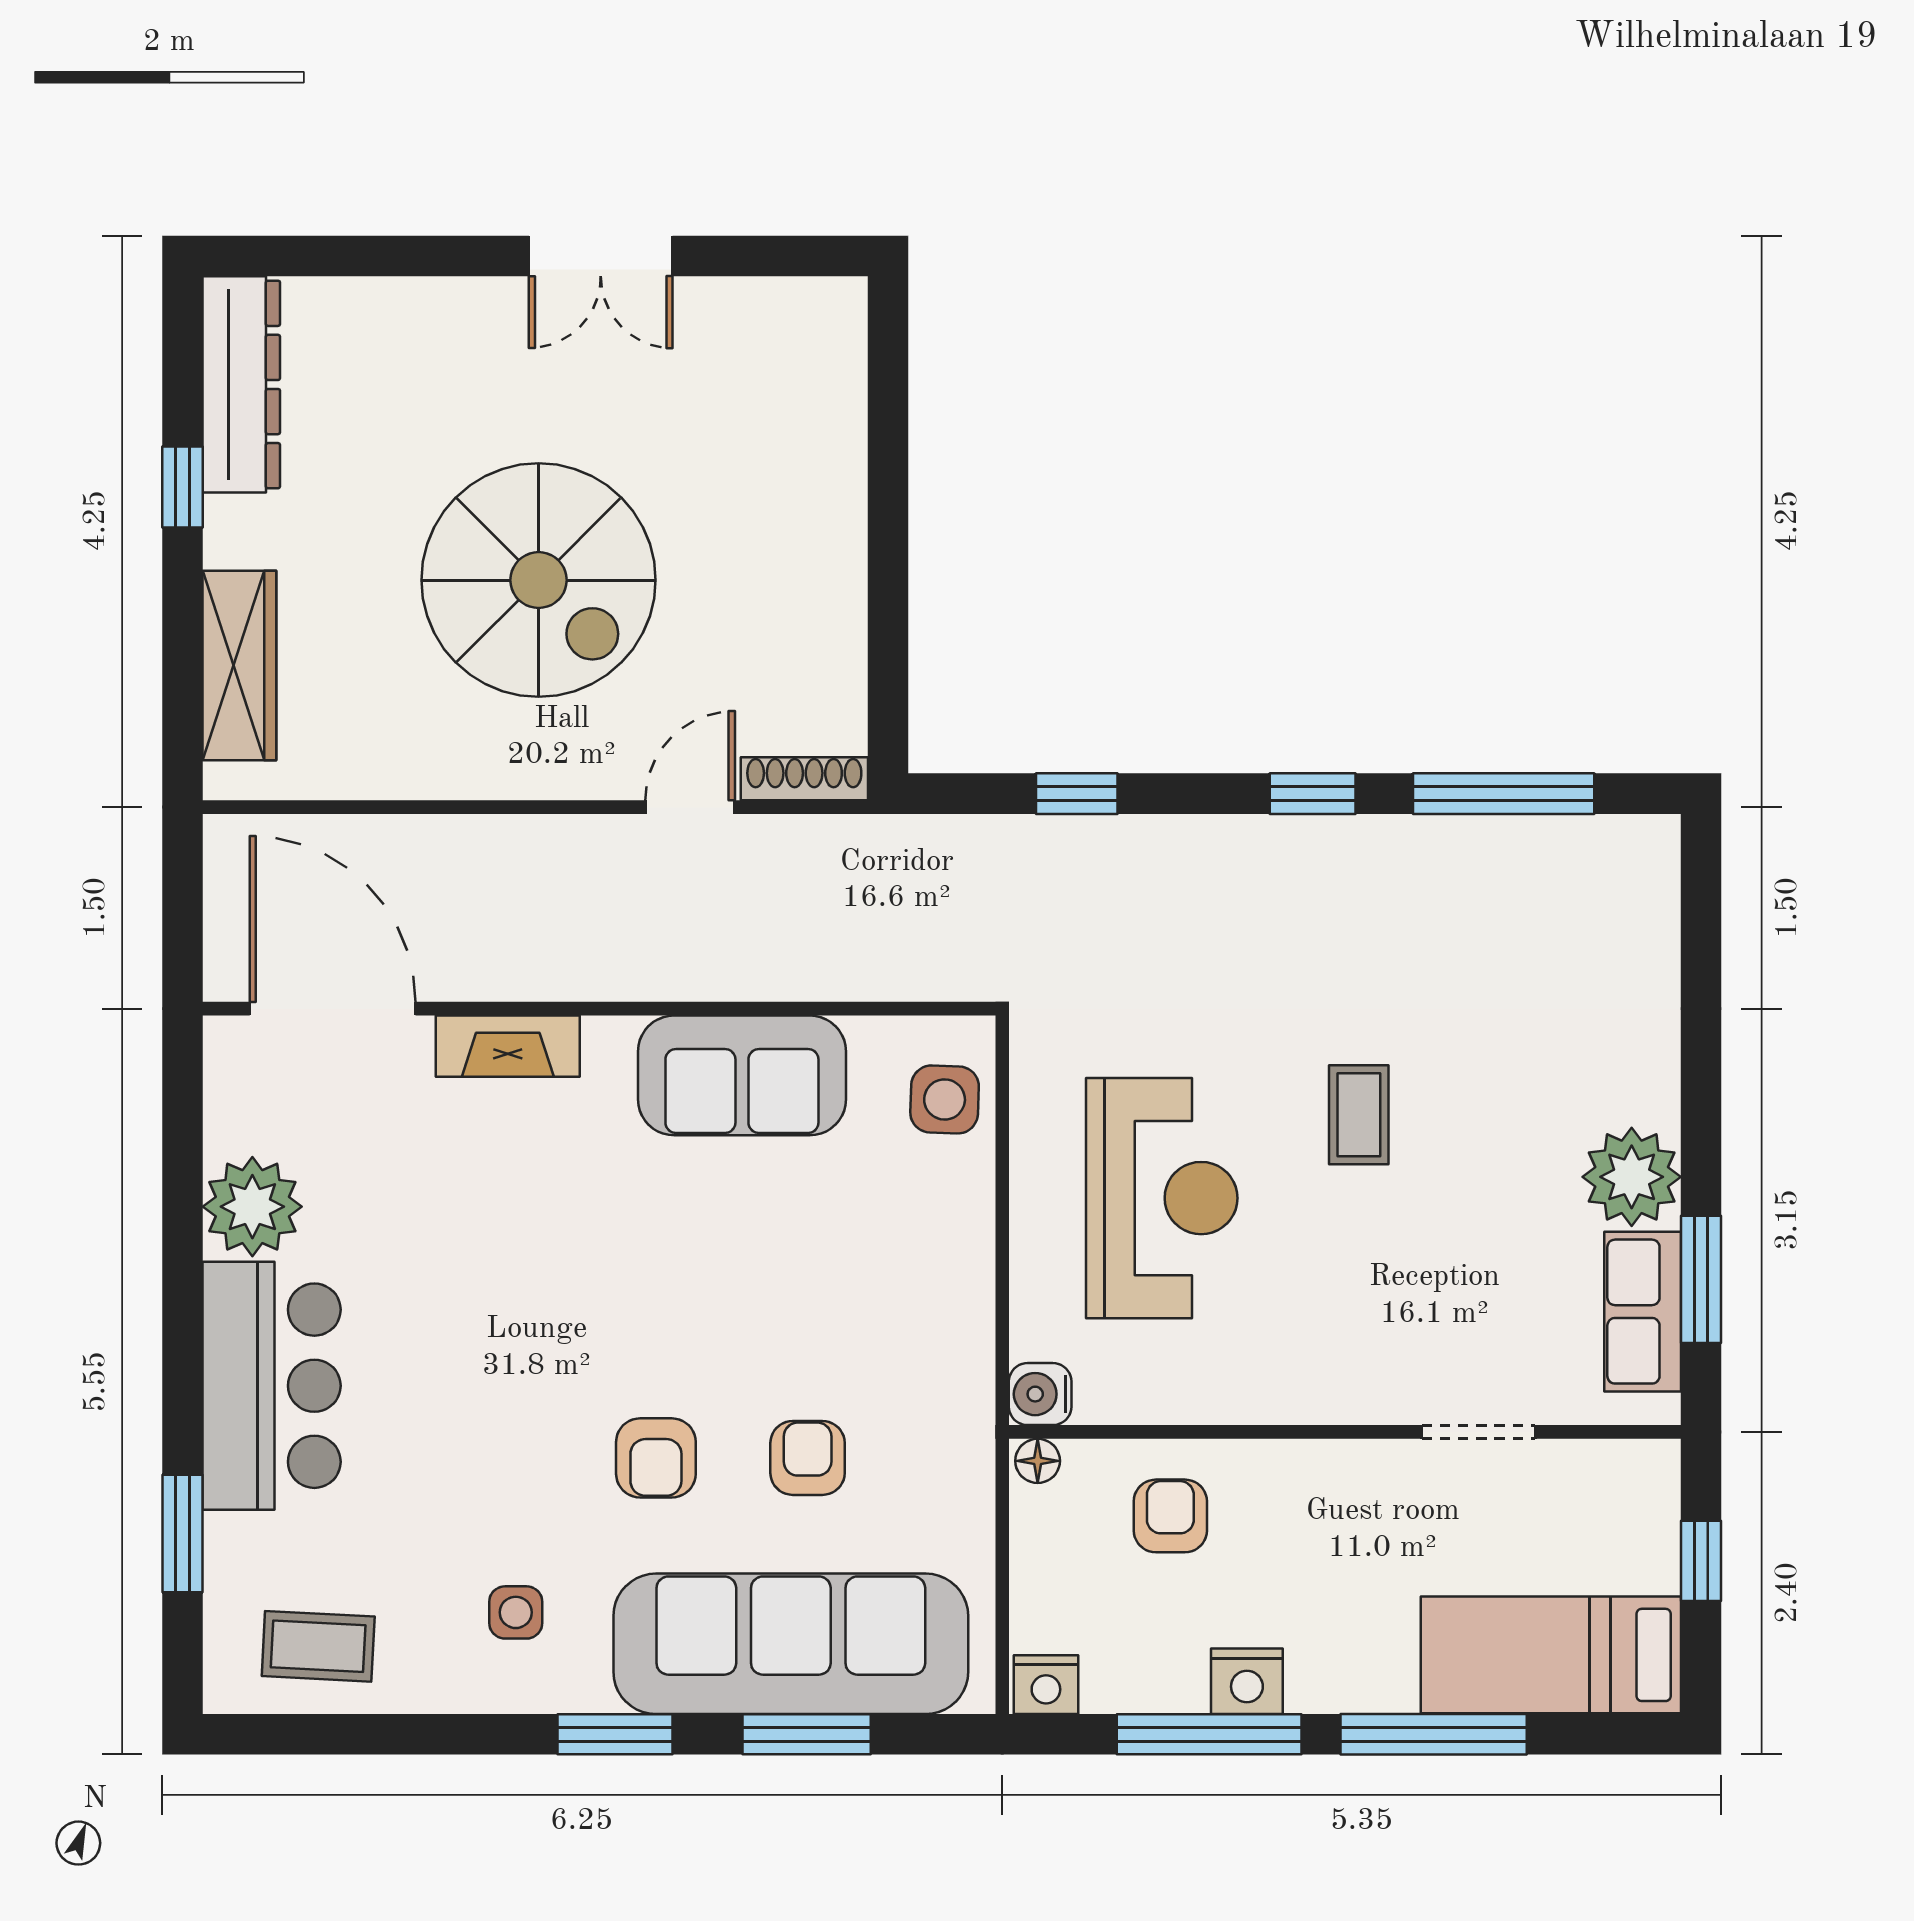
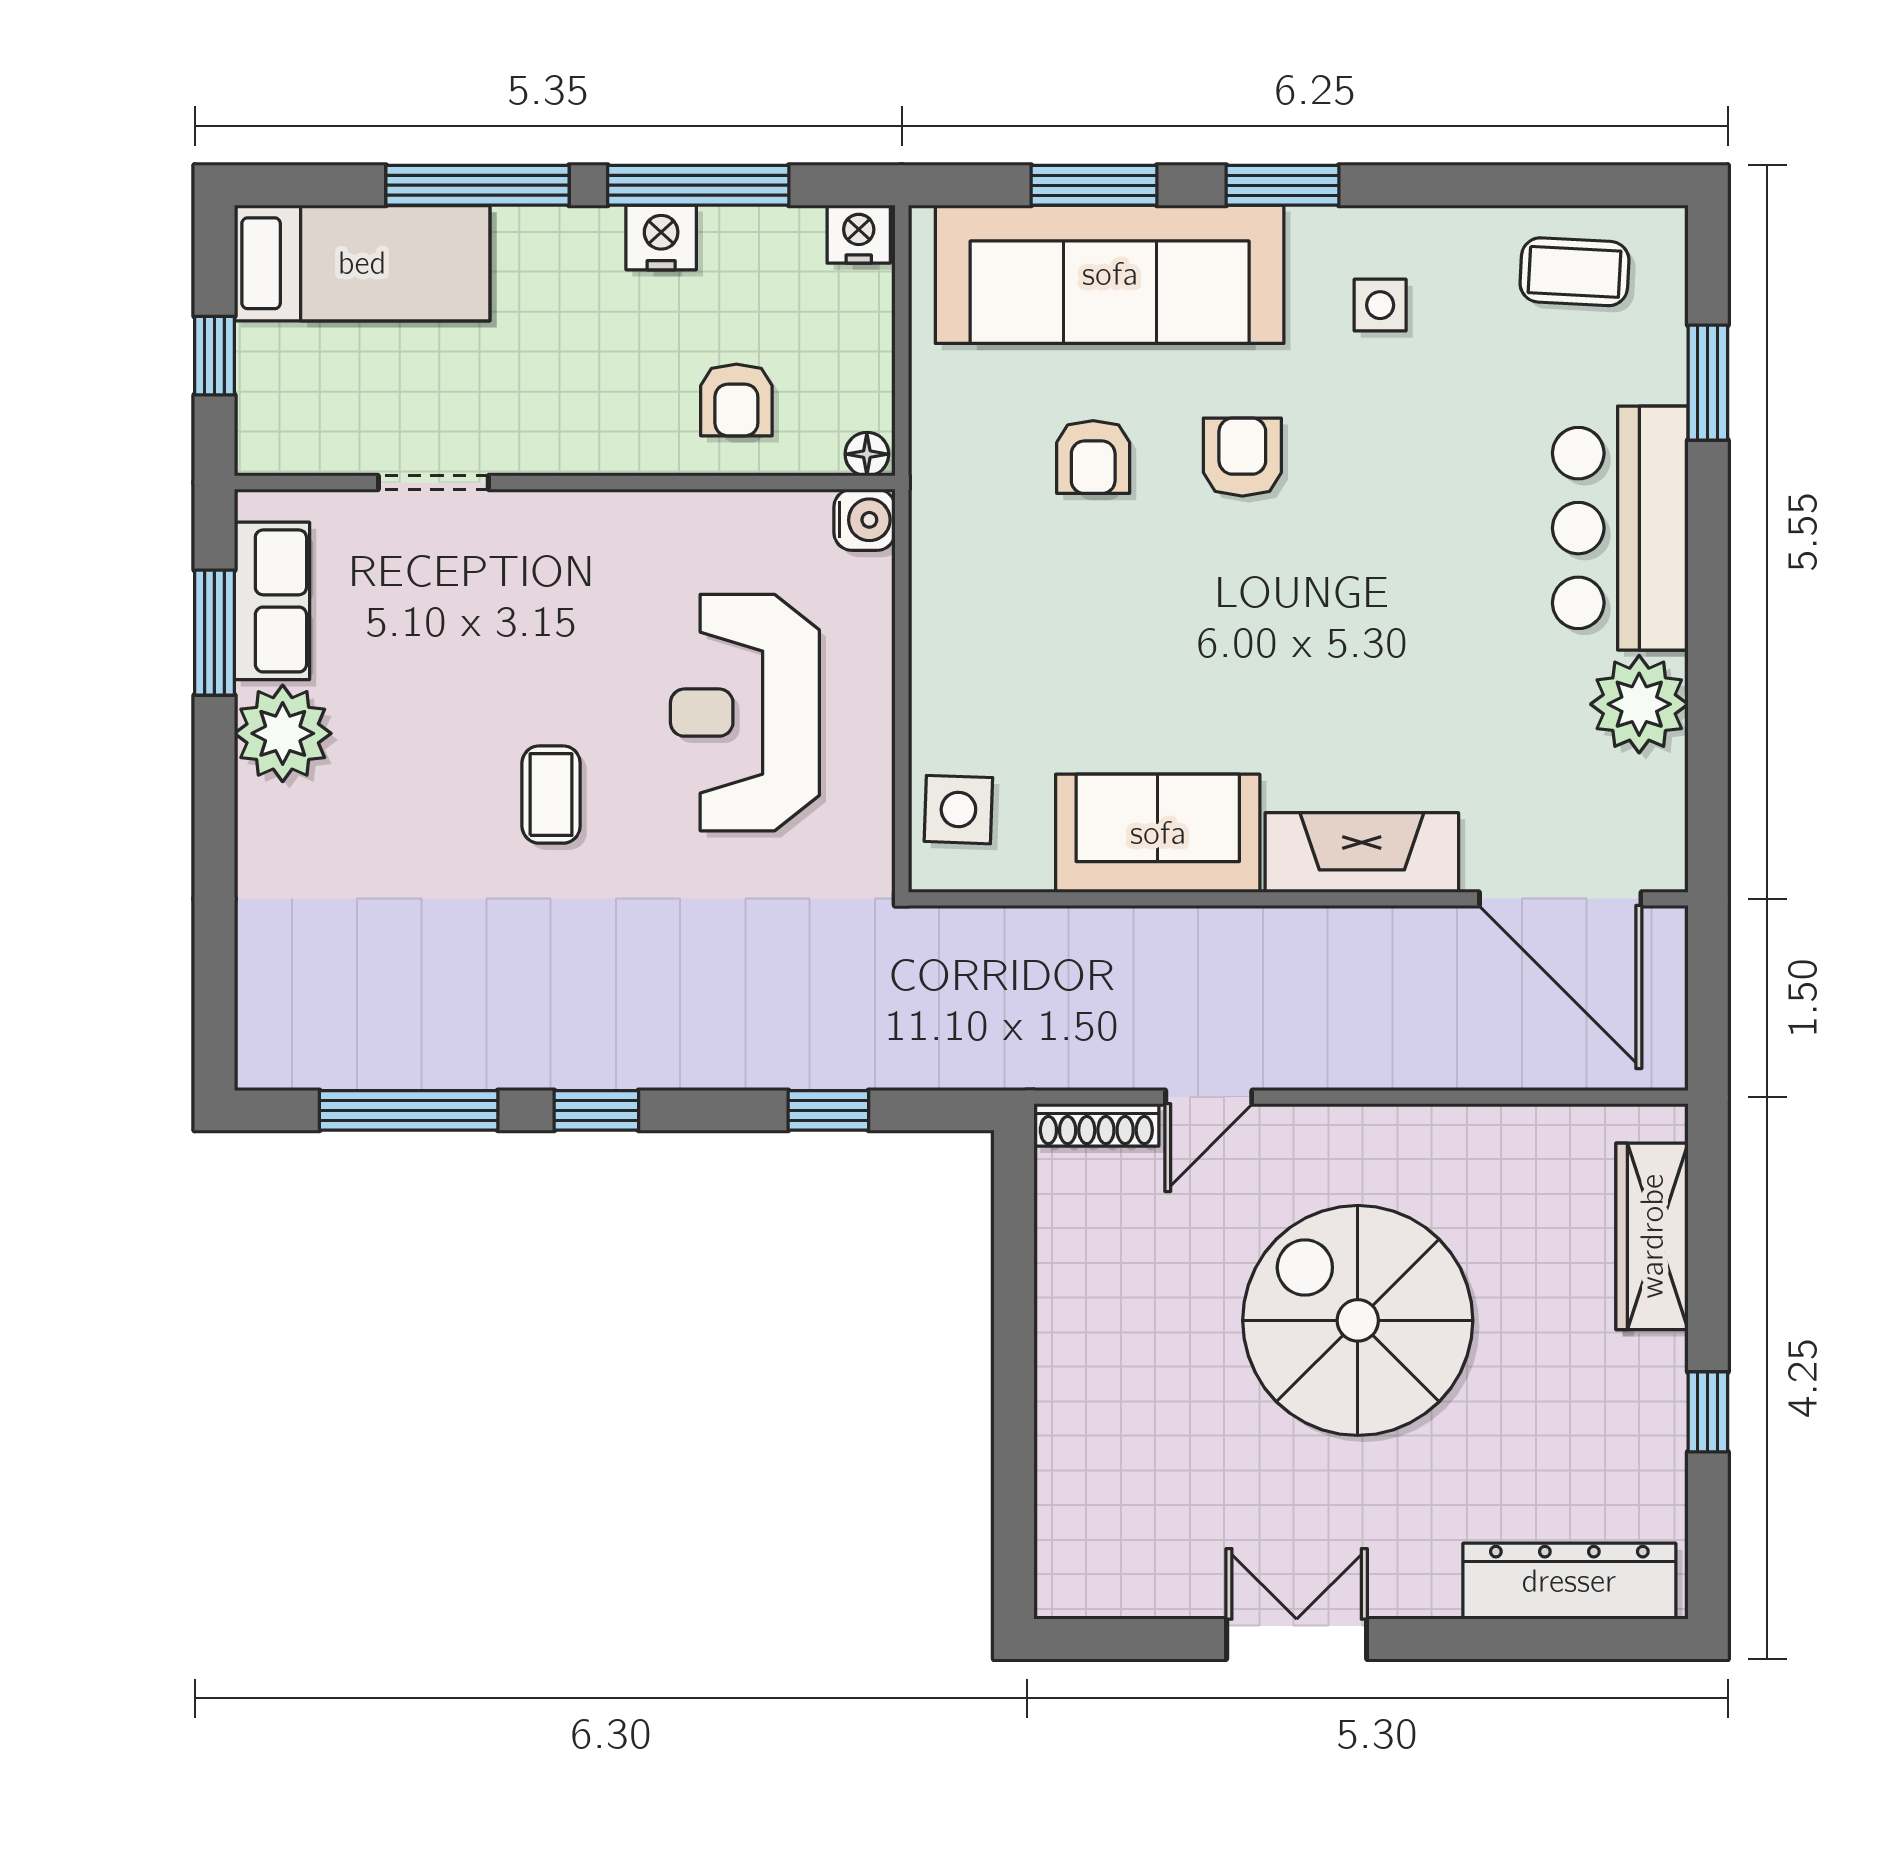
dresser: (241, 384) -> (1569, 1581), moved, turned 90
fireplace: (508, 1046) -> (1362, 852), width x1.37, depth x1.32

